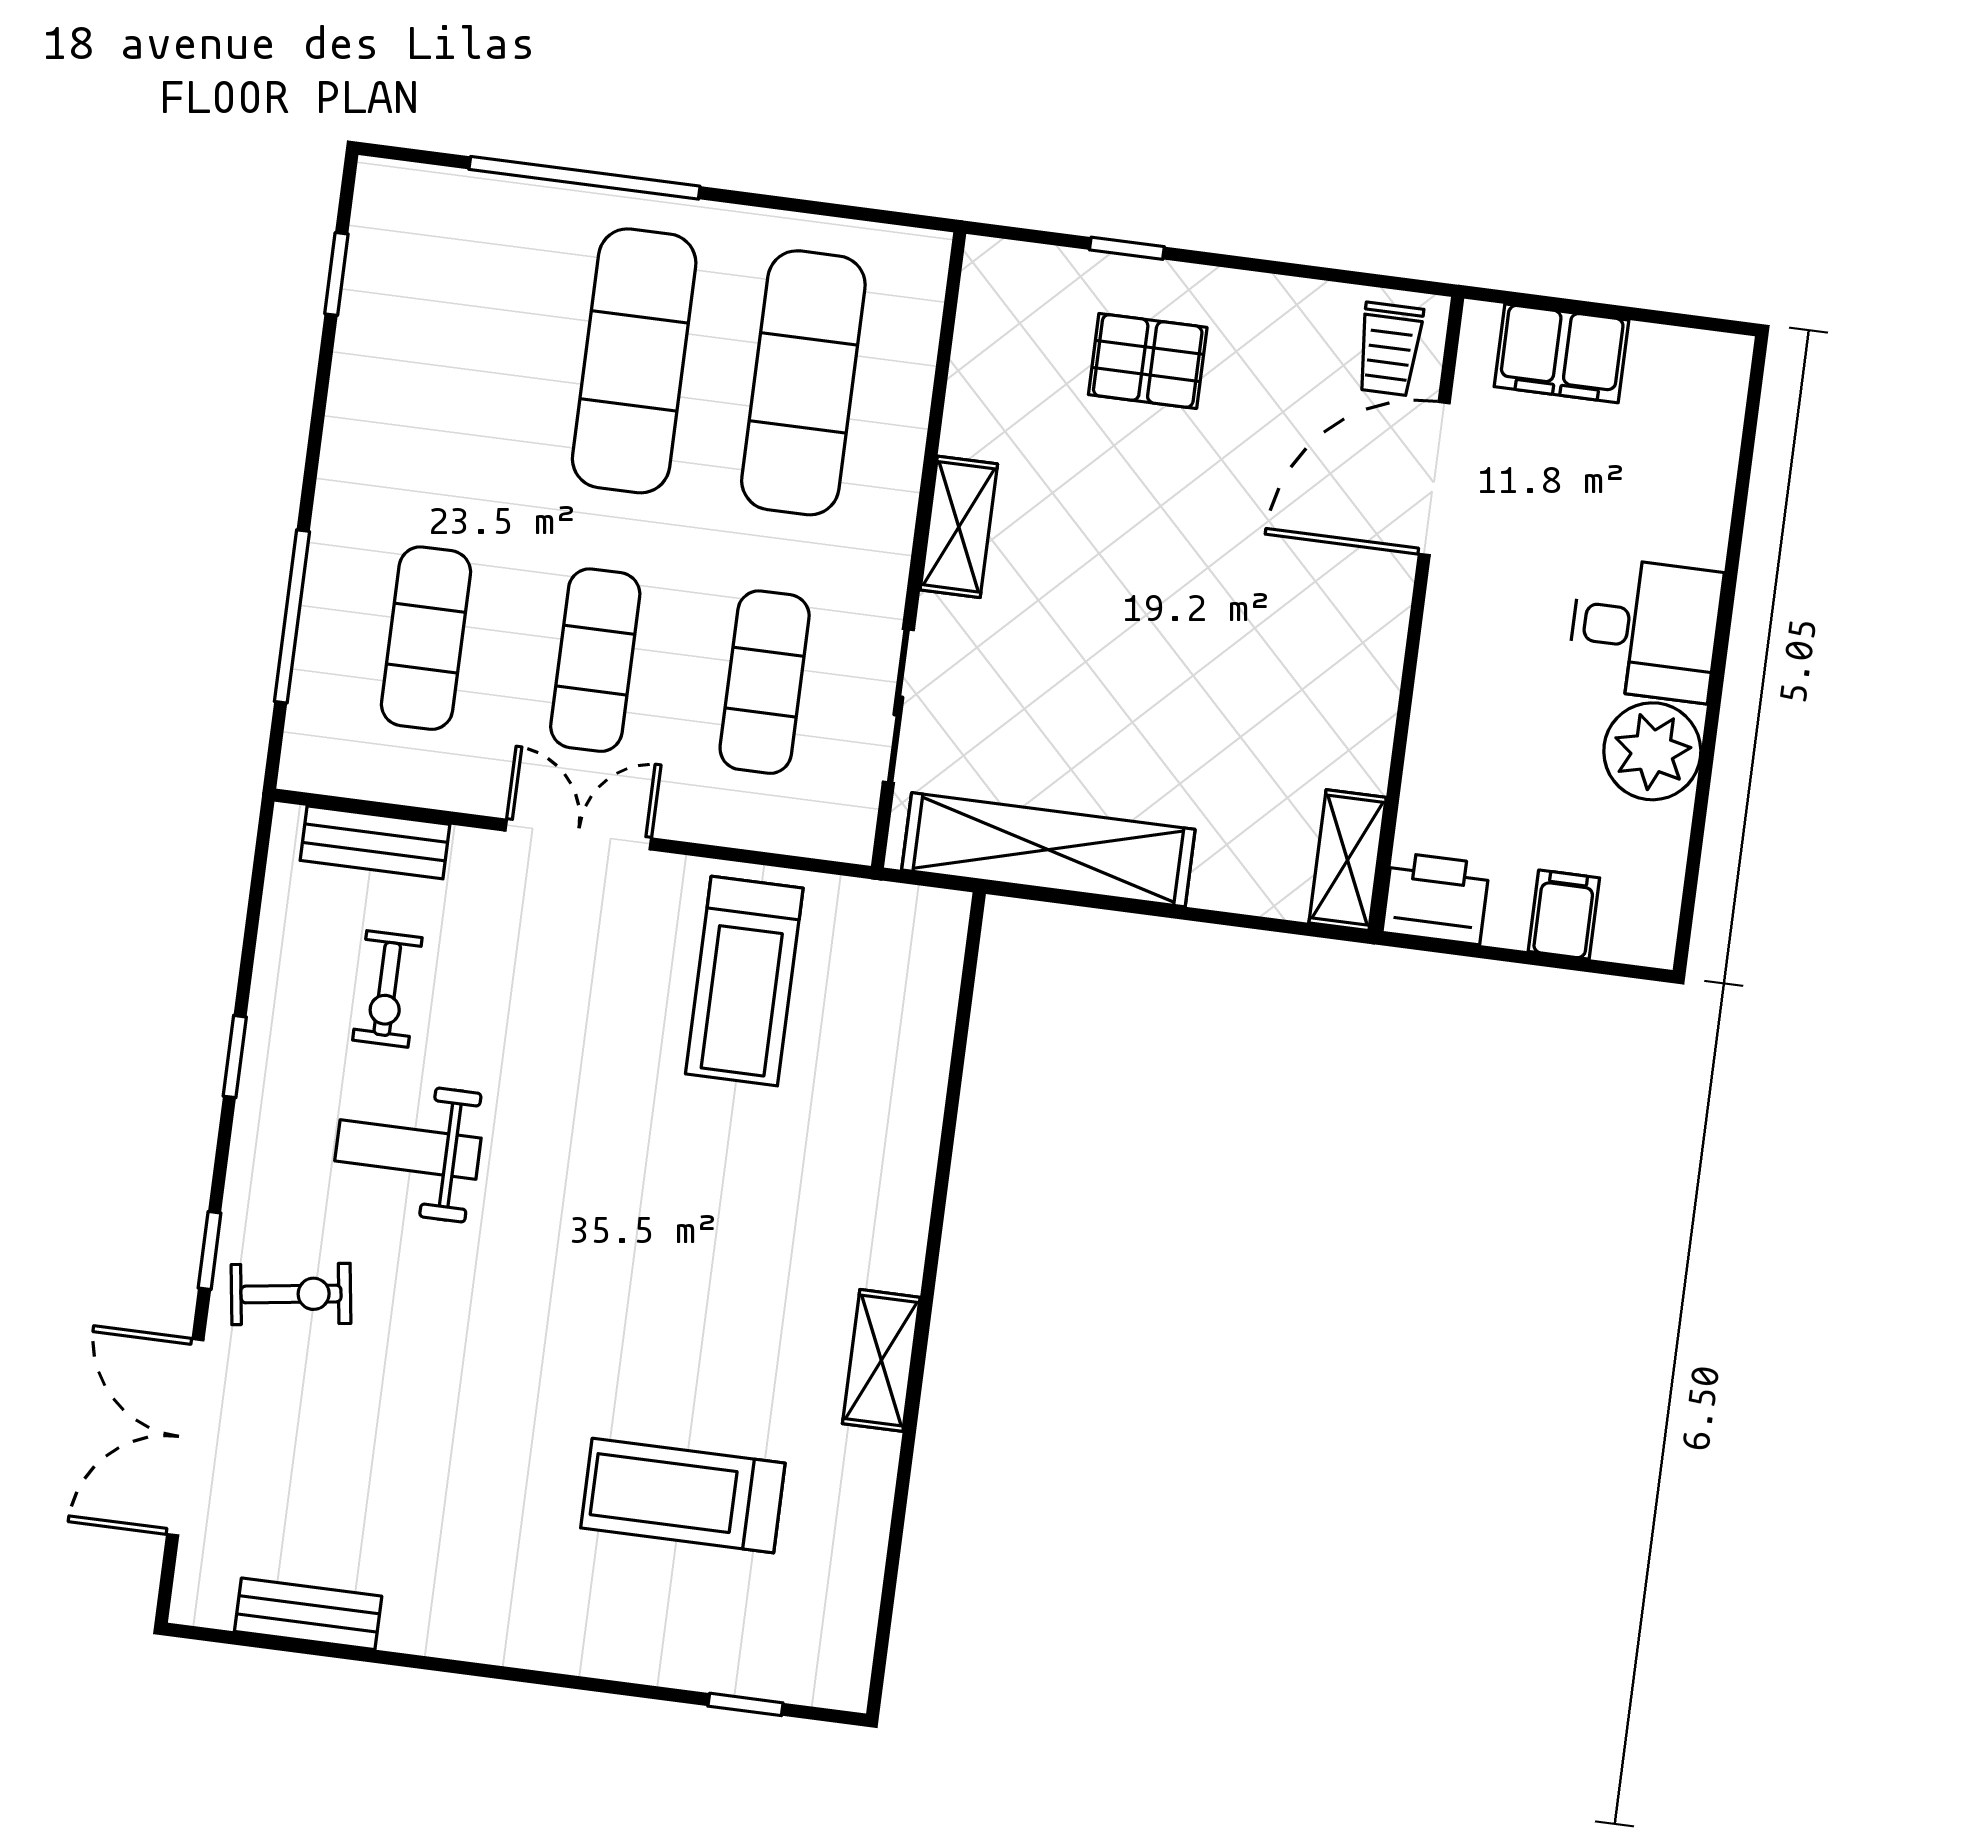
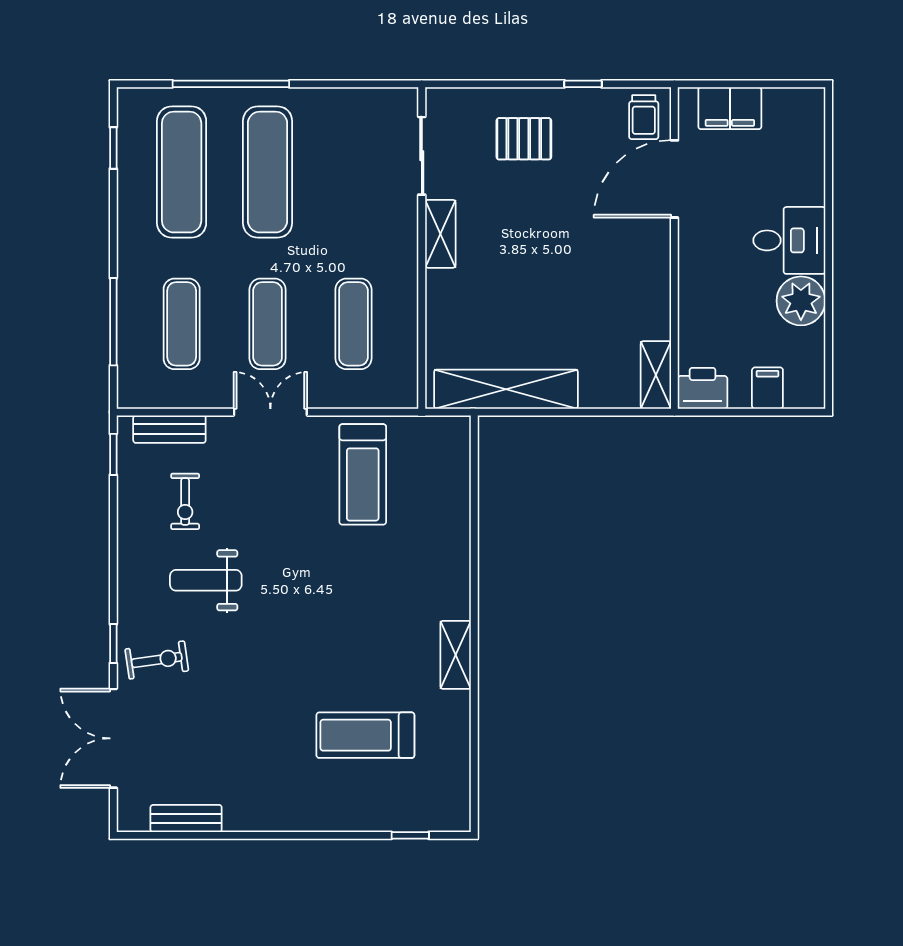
window: (1127, 248) -> (583, 84), moved
exercise mat: (803, 383) -> (182, 172), moved
sliding door: (898, 706) -> (422, 156), moved
window: (235, 1057) -> (113, 454), moved

